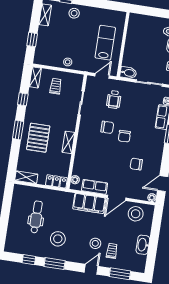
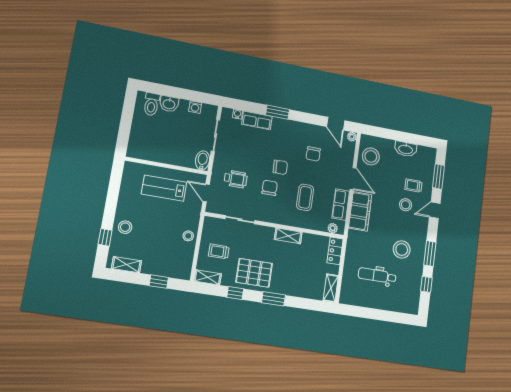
pallet: (38, 138) -> (254, 273), moved
coffee table: (100, 157) -> (305, 197), added
door: (91, 269) -> (435, 210), hinge flipped

